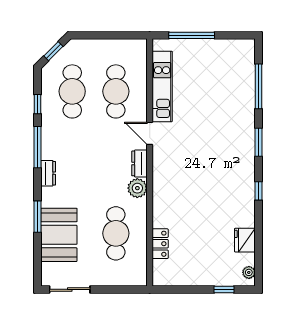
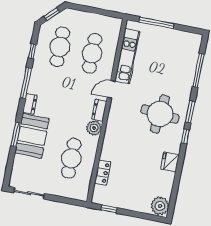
door: (150, 133) -> (111, 89), hinge flipped
round table: (220, 153) -> (160, 114), added
window: (258, 191) -> (185, 137), moved
booth: (59, 235) -> (32, 136), moved
fridge: (245, 240) -> (170, 162), moved
plant: (249, 272) -> (160, 206), width x1.88, depth x1.88
window: (224, 289) -> (109, 209), moved

